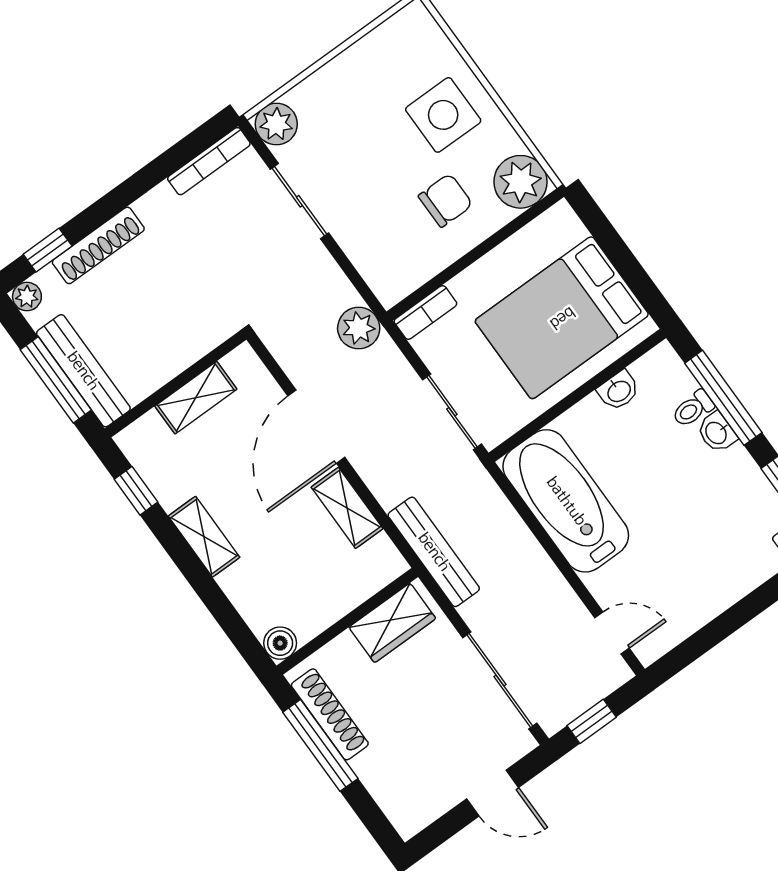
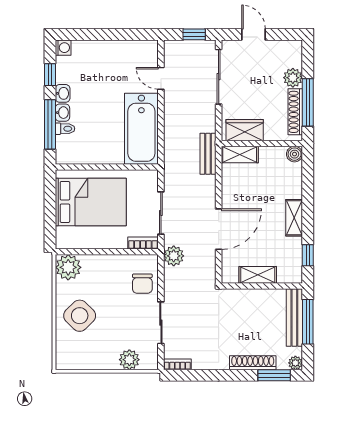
side table: (443, 115) -> (80, 316), turned 45
plant: (276, 124) -> (129, 360), moved
bookcase: (209, 161) -> (177, 364), width x0.64
chair: (446, 200) -> (142, 284), moved, turned -90
window: (48, 250) -> (274, 375), width x1.50
washbasin: (619, 391) -> (63, 93), moved, turned 90
sliding door: (452, 412) -> (161, 213), moved
shelving: (347, 508) -> (240, 155), moved, turned 90
bench: (434, 552) -> (208, 154), width x0.73
door: (612, 633) -> (161, 78), moved
plant: (375, 768) -> (293, 78), added

